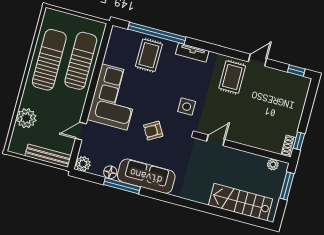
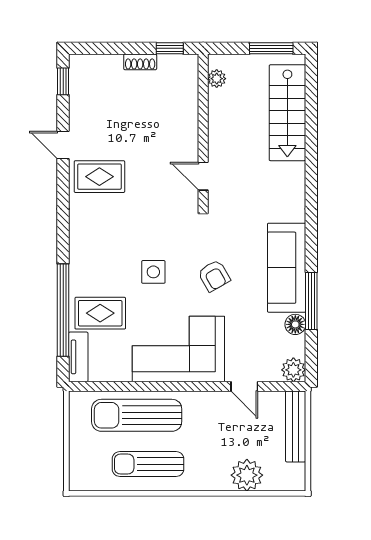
tv unit: (192, 53) -> (78, 357), moved
sun lounger: (49, 60) -> (148, 464), width x0.73, depth x0.75
side table: (187, 107) -> (153, 272), moved
shoe rack: (289, 146) -> (140, 62), moved
window: (287, 186) -> (271, 48), moved

